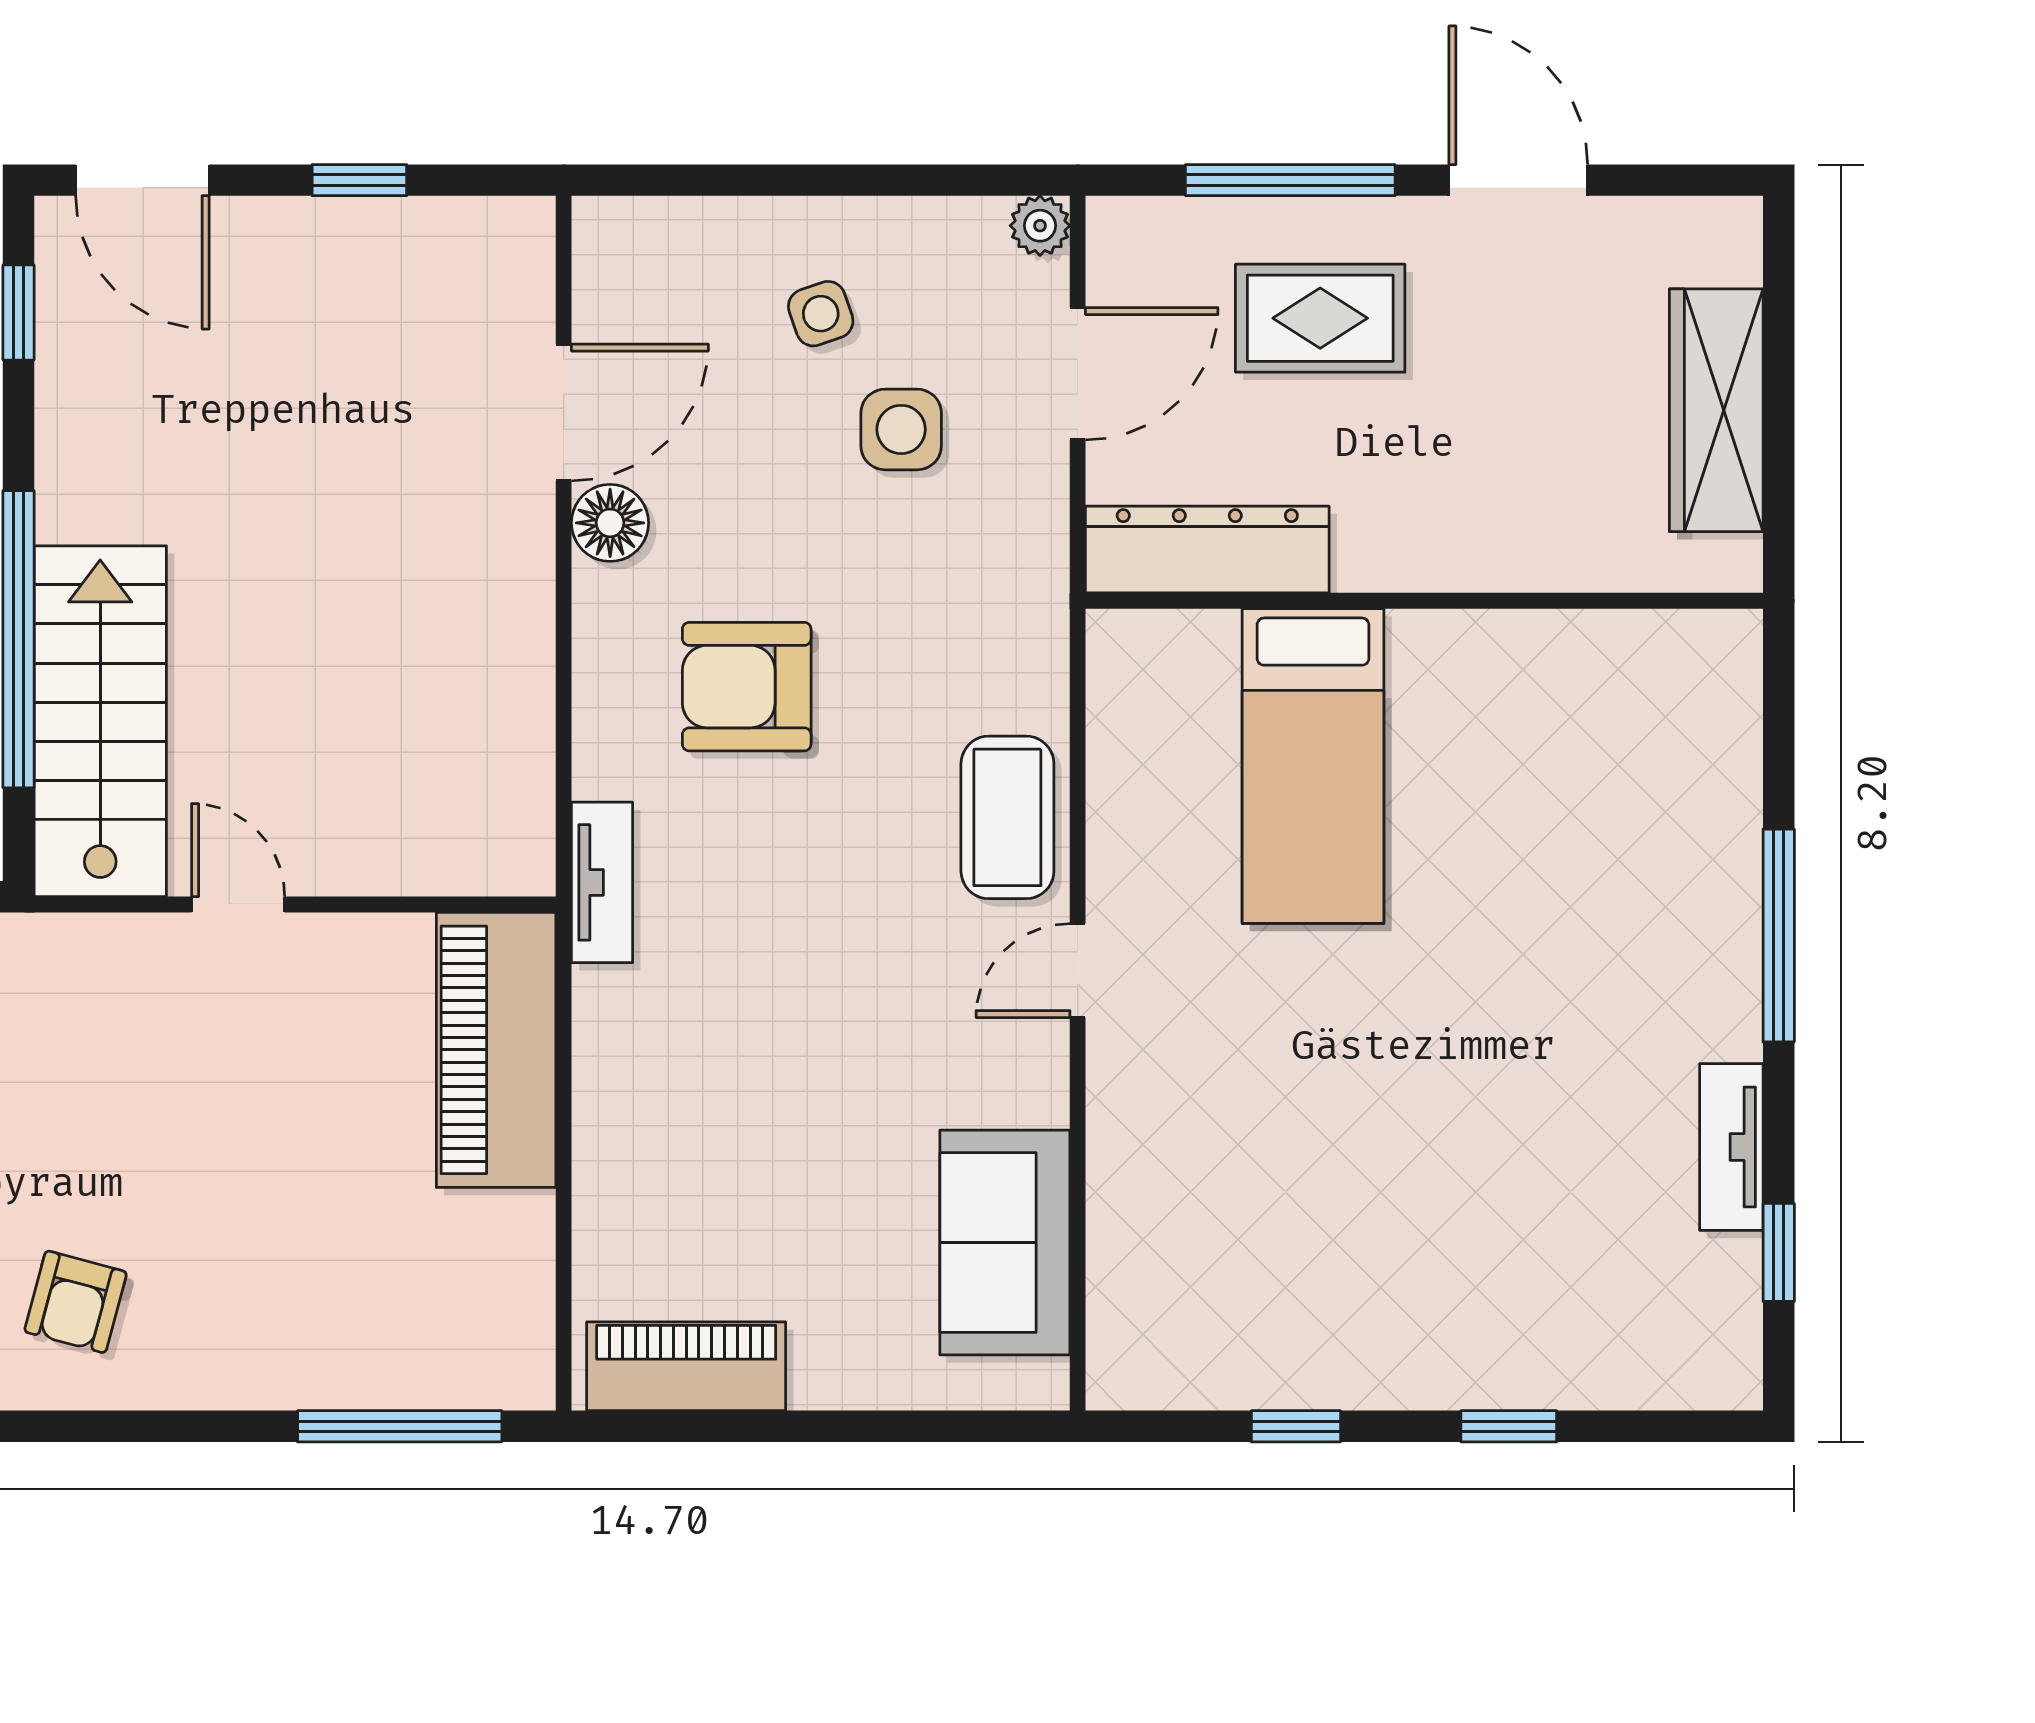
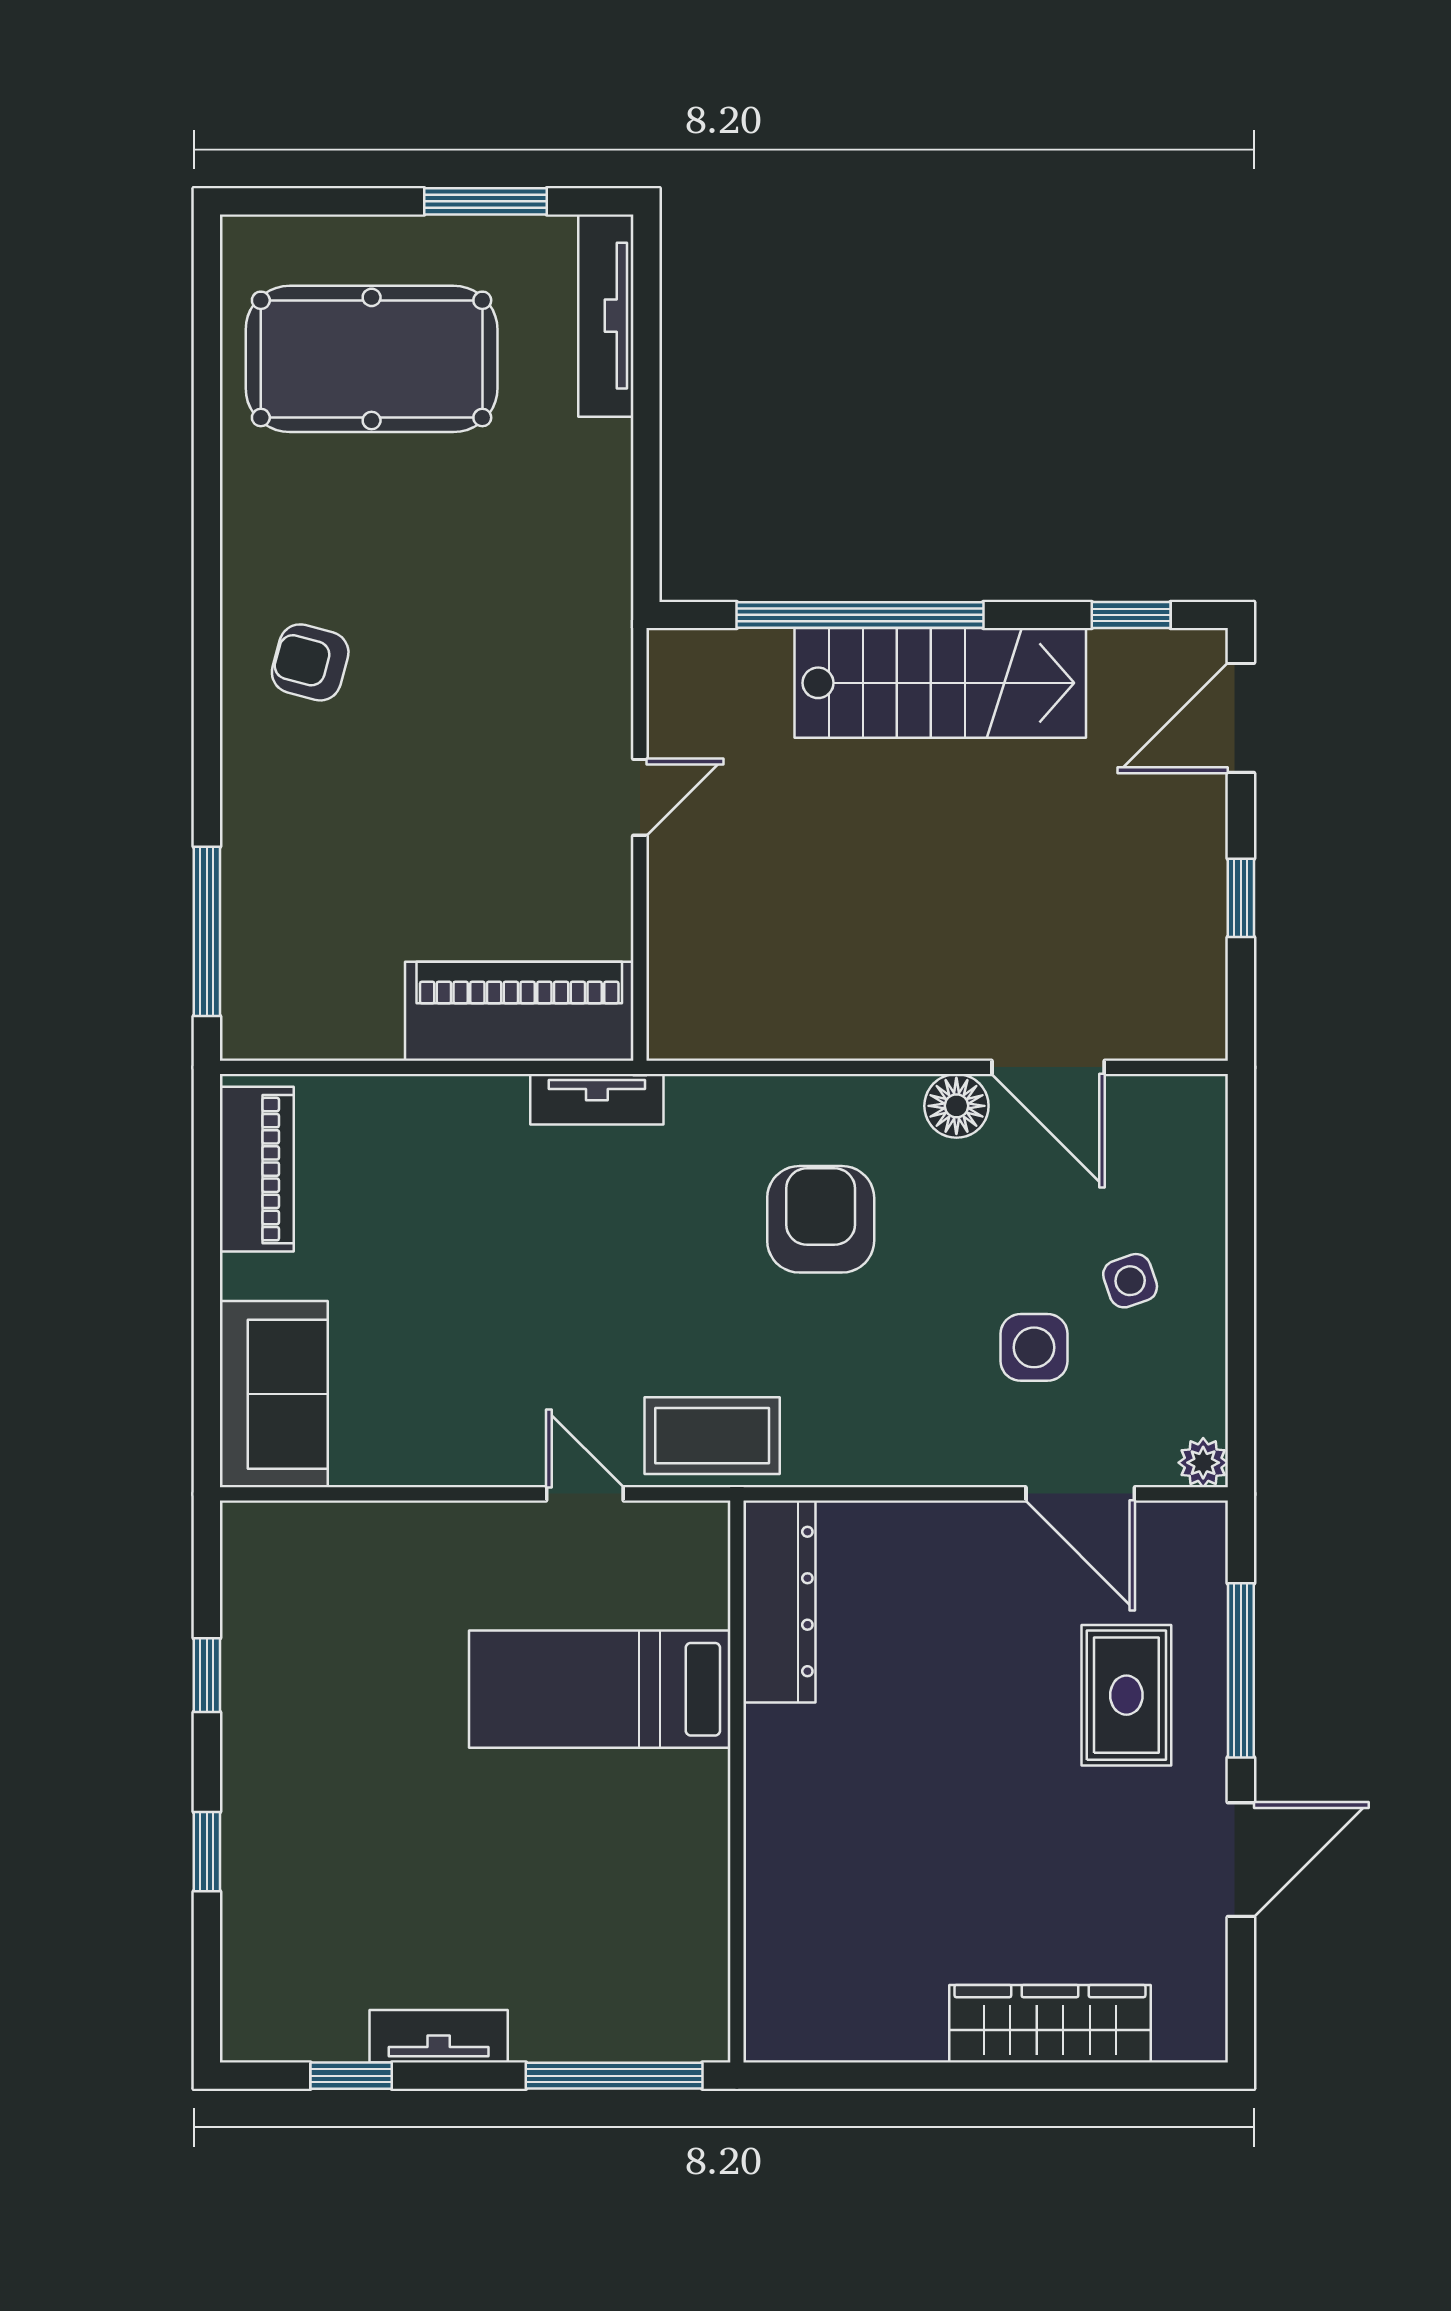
dresser: (1207, 549) -> (779, 1601), moved
wall: (1424, 601) -> (737, 1782), moved
stairs: (100, 721) -> (940, 683), moved
bed: (1313, 766) -> (600, 1689), moved
tv unit: (602, 882) -> (597, 1099), moved
sofa: (1005, 1243) -> (274, 1394), moved, turned 90

